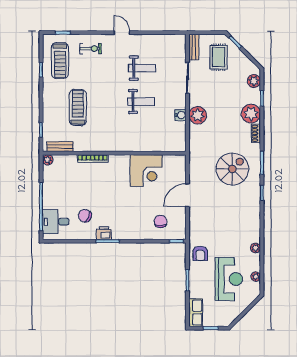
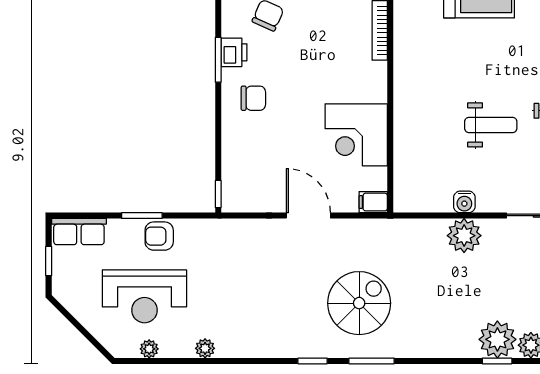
weight bench: (141, 102) -> (491, 125), turned -90
plant: (251, 114) -> (497, 339), moved
shoe rack: (256, 133) -> (429, 349), removed
filing cabinet: (181, 162) -> (373, 202), added
spiral stairs: (232, 169) -> (359, 303), turned -90
chair: (161, 221) -> (253, 98), moved
armchair: (200, 253) -> (159, 236), moved

